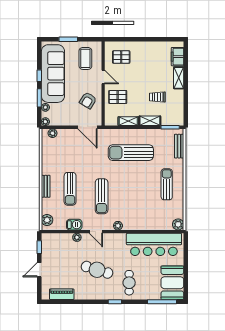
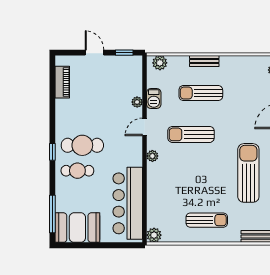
cafe table: (97, 270) -> (82, 145), moved, turned 73

